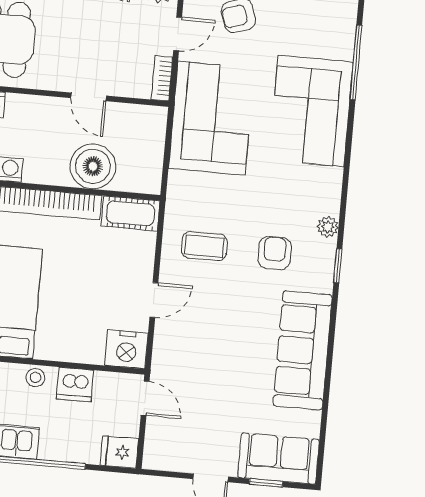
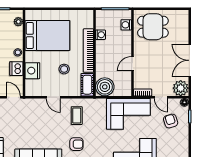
boiler: (93, 166) -> (105, 87), moved
stool: (87, 267) -> (64, 69), added
nightstand: (126, 349) -> (32, 71), moved
door: (145, 398) -> (13, 97), swing flipped

